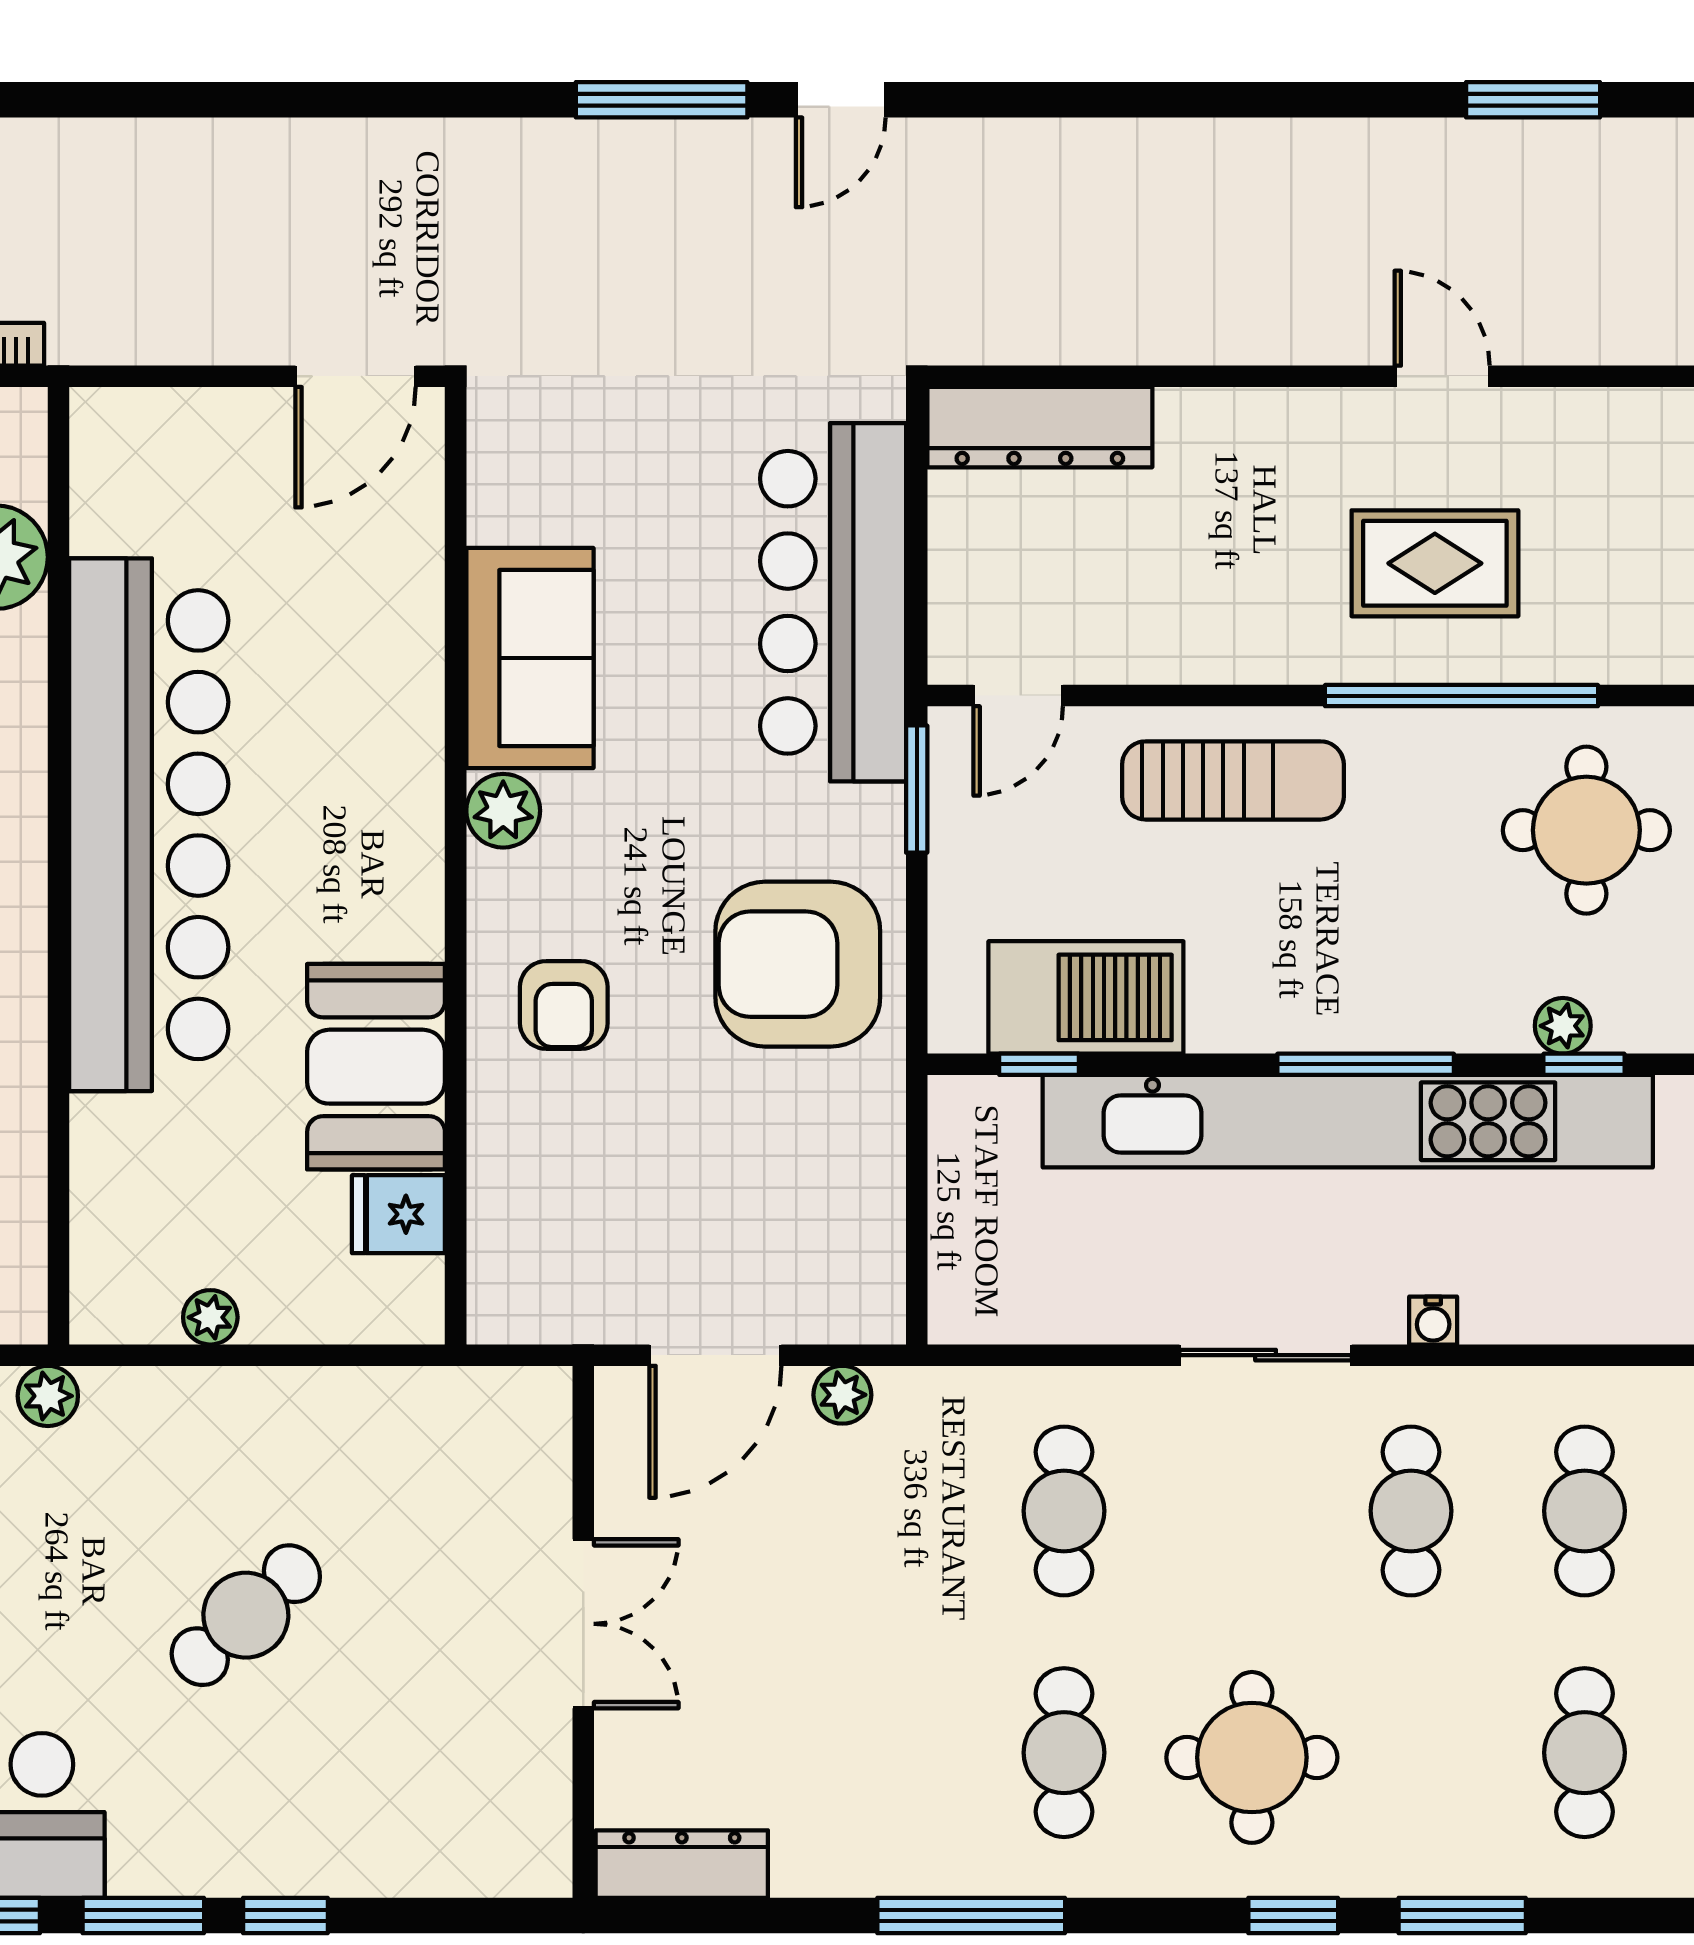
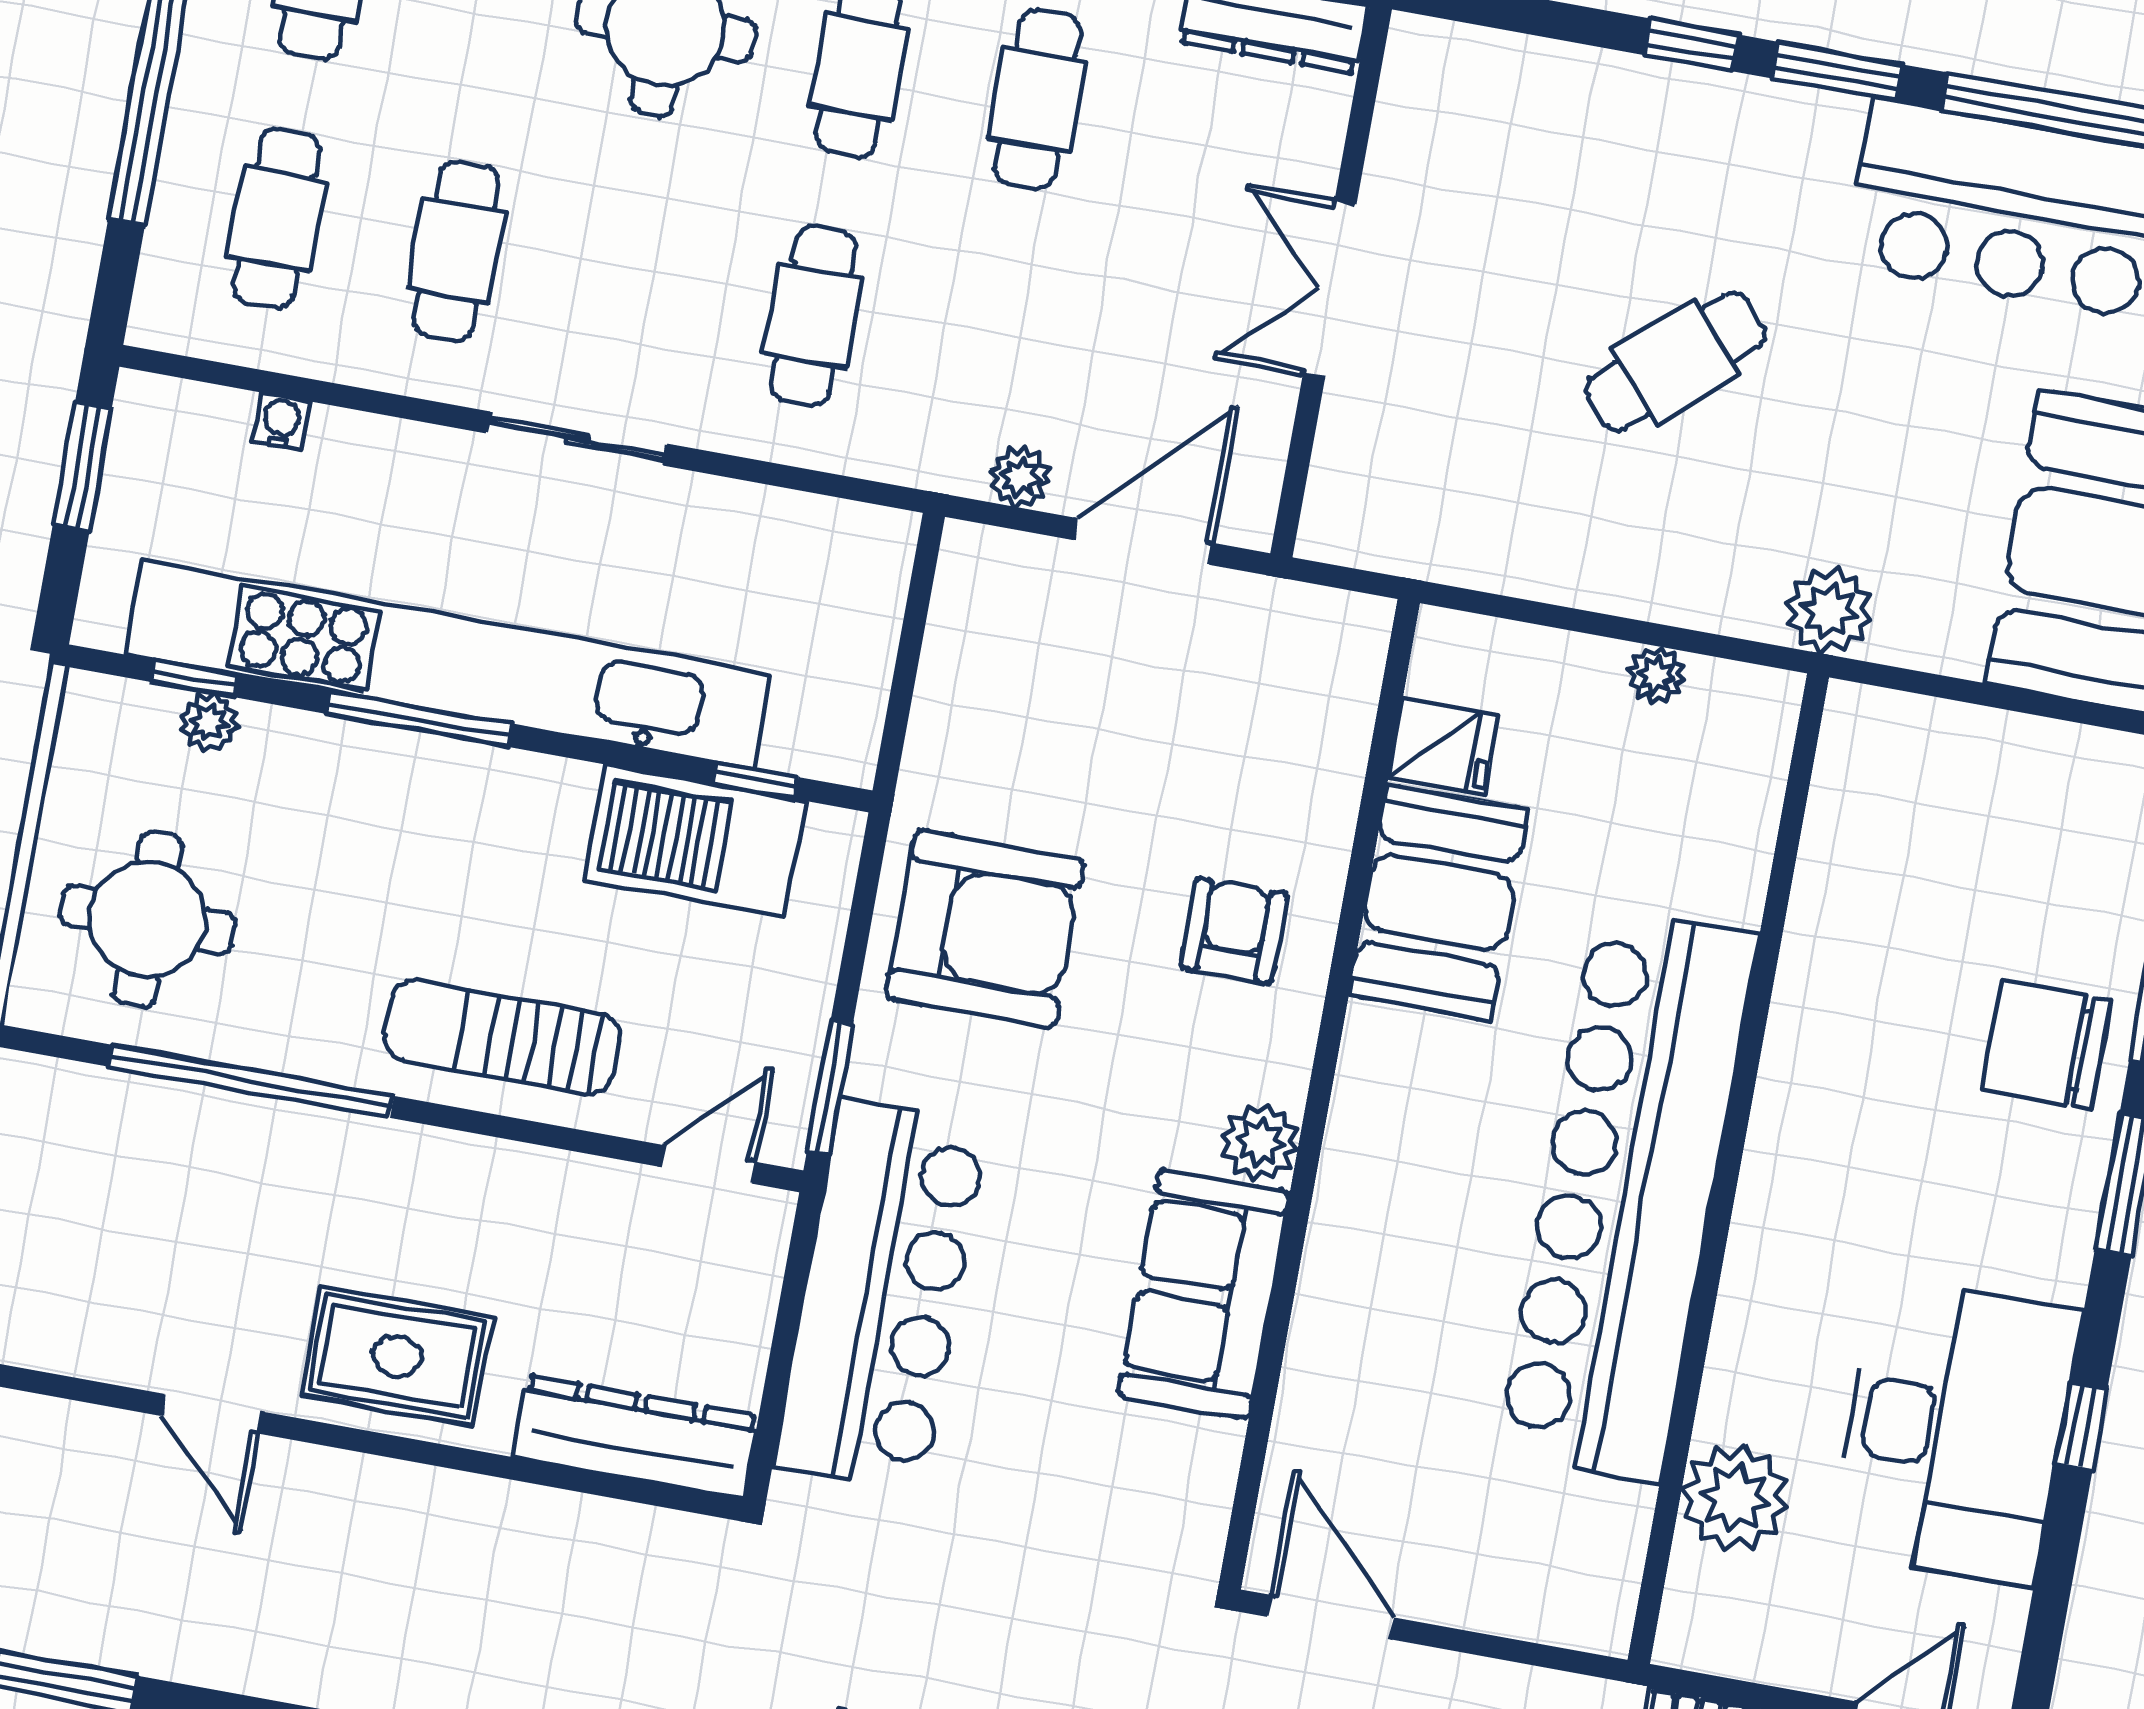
door: (355, 376) -> (1331, 1617), hinge flipped
rug: (1435, 563) -> (397, 1356), moved
water cooler: (1433, 1321) -> (281, 422), moved
plant: (48, 1396) -> (1829, 611), width x1.38, depth x1.38
cafe table: (890, 1753) -> (1037, 99), added

